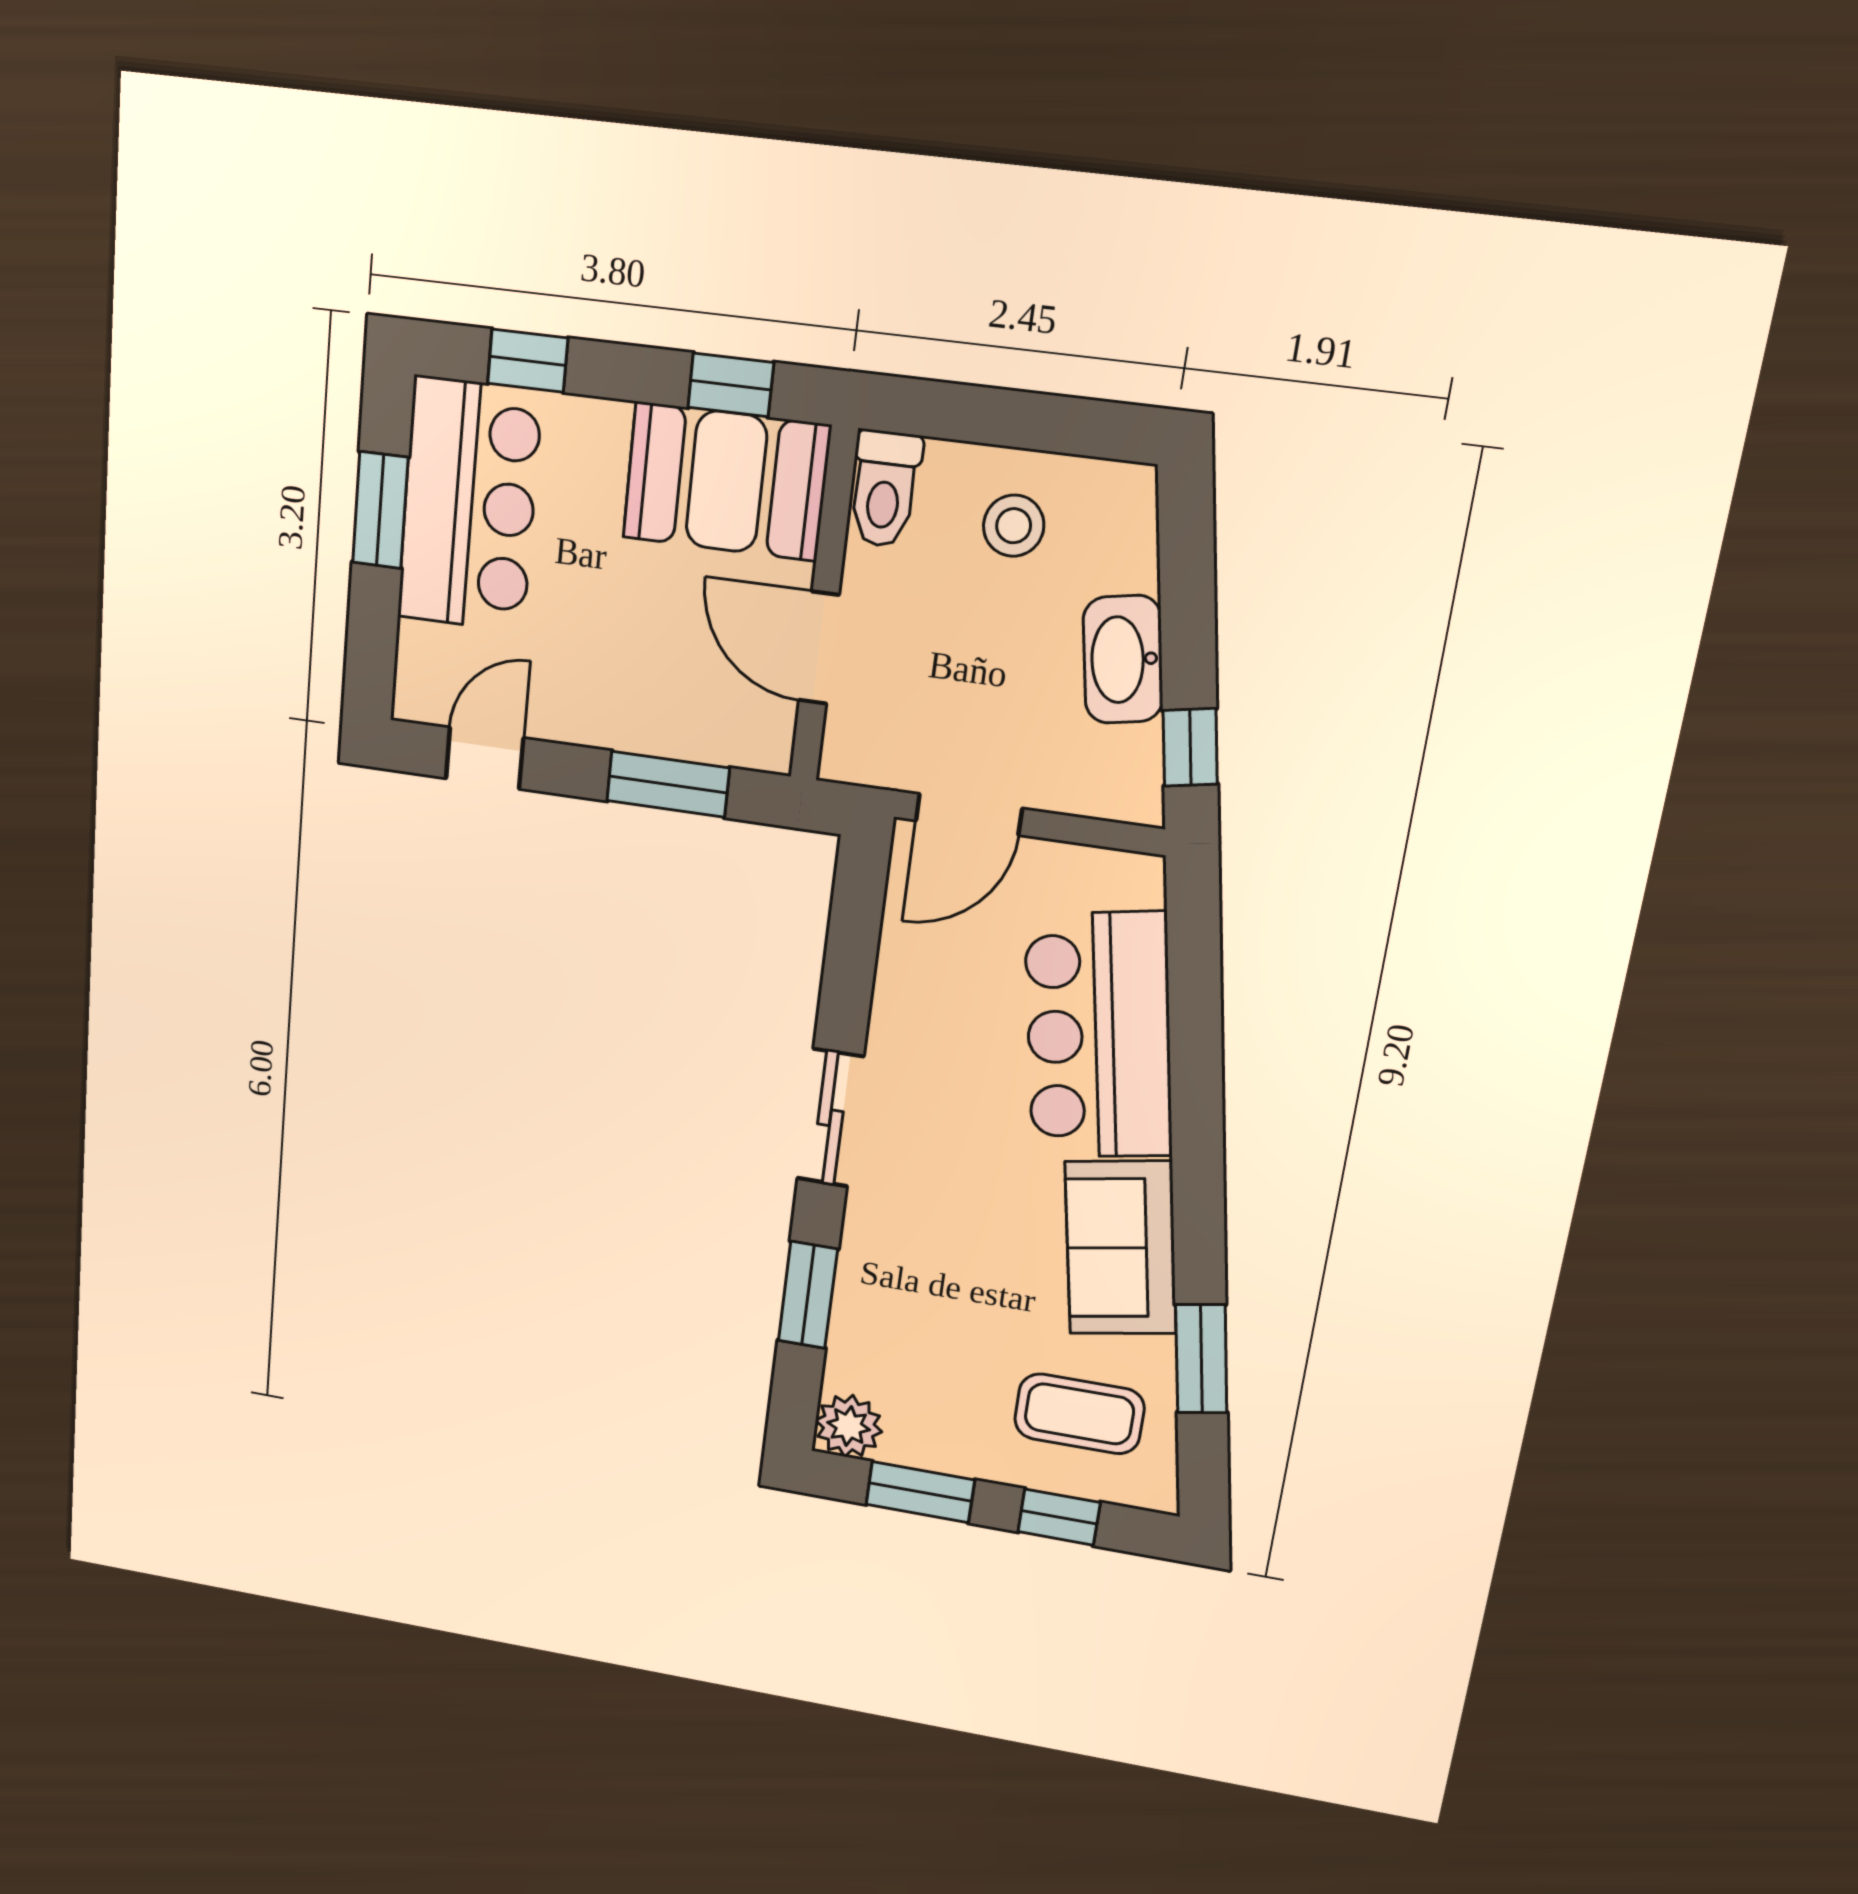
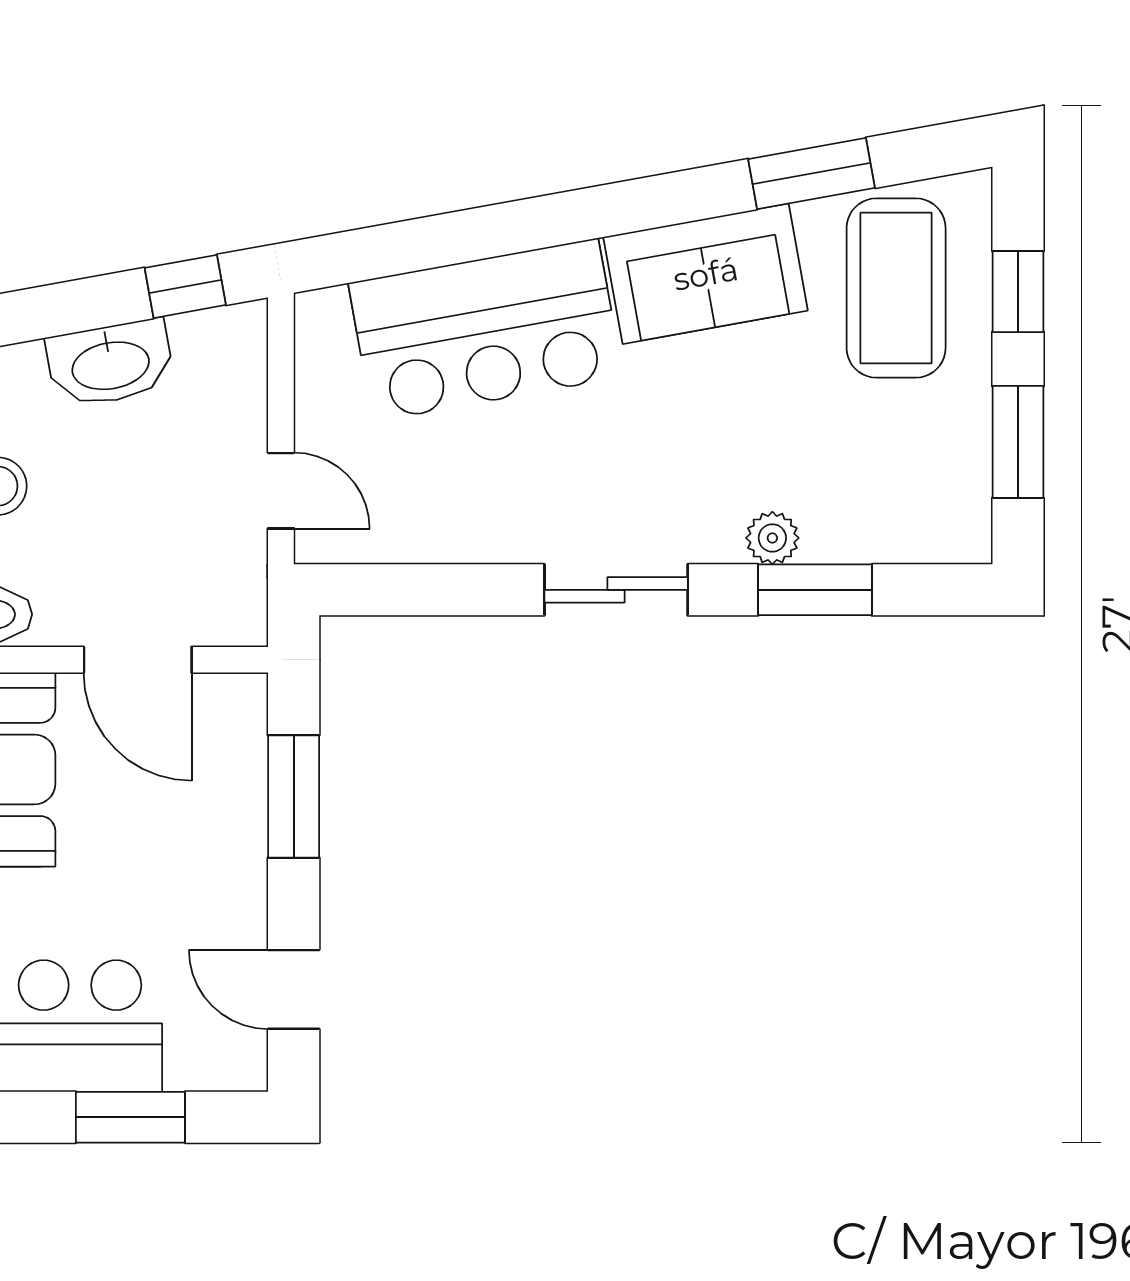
window: (380, 510) -> (130, 1117), moved
door: (819, 648) -> (138, 660), hinge flipped
door: (969, 814) -> (281, 491), width x0.73
coffee table: (1079, 1414) -> (896, 288), width x1.36, depth x1.32
plant: (849, 1426) -> (772, 538), moved, width x0.73, depth x0.73

